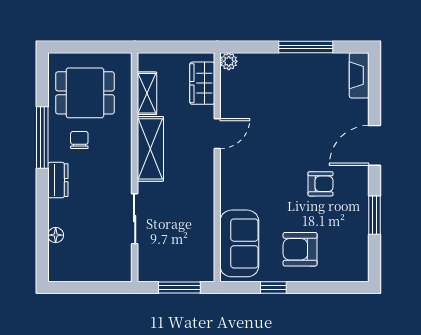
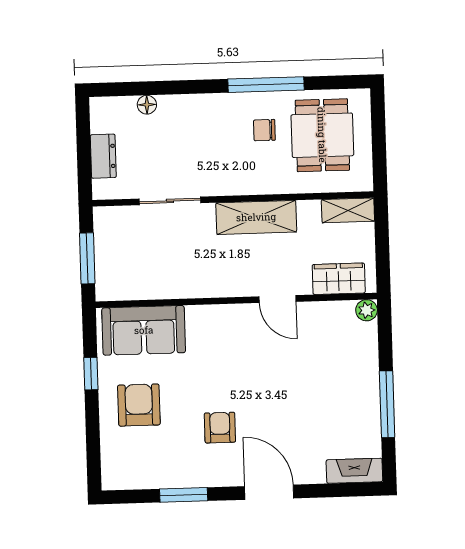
shelving: (147, 93) -> (348, 210), moved
chair: (79, 140) -> (264, 130), turned 180
dresser: (58, 180) -> (103, 156), moved, turned -90
armchair: (321, 184) -> (220, 428), turned 180

